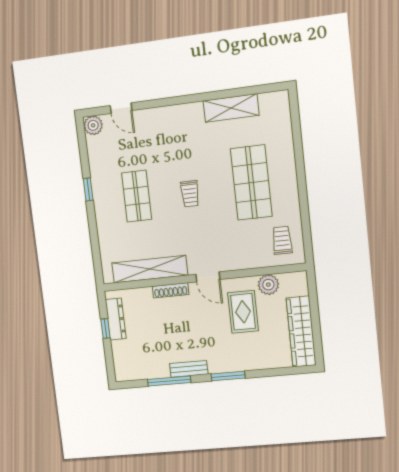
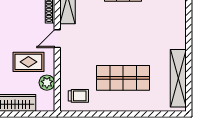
shelving: (231, 108) -> (178, 78), width x1.47
trolley: (190, 194) -> (120, 32), removed

